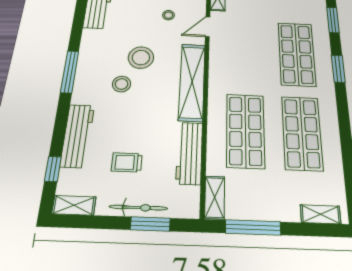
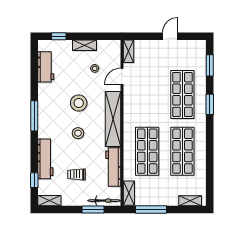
stool: (122, 84) -> (78, 133), moved
bicycle: (138, 208) -> (104, 201), moved

